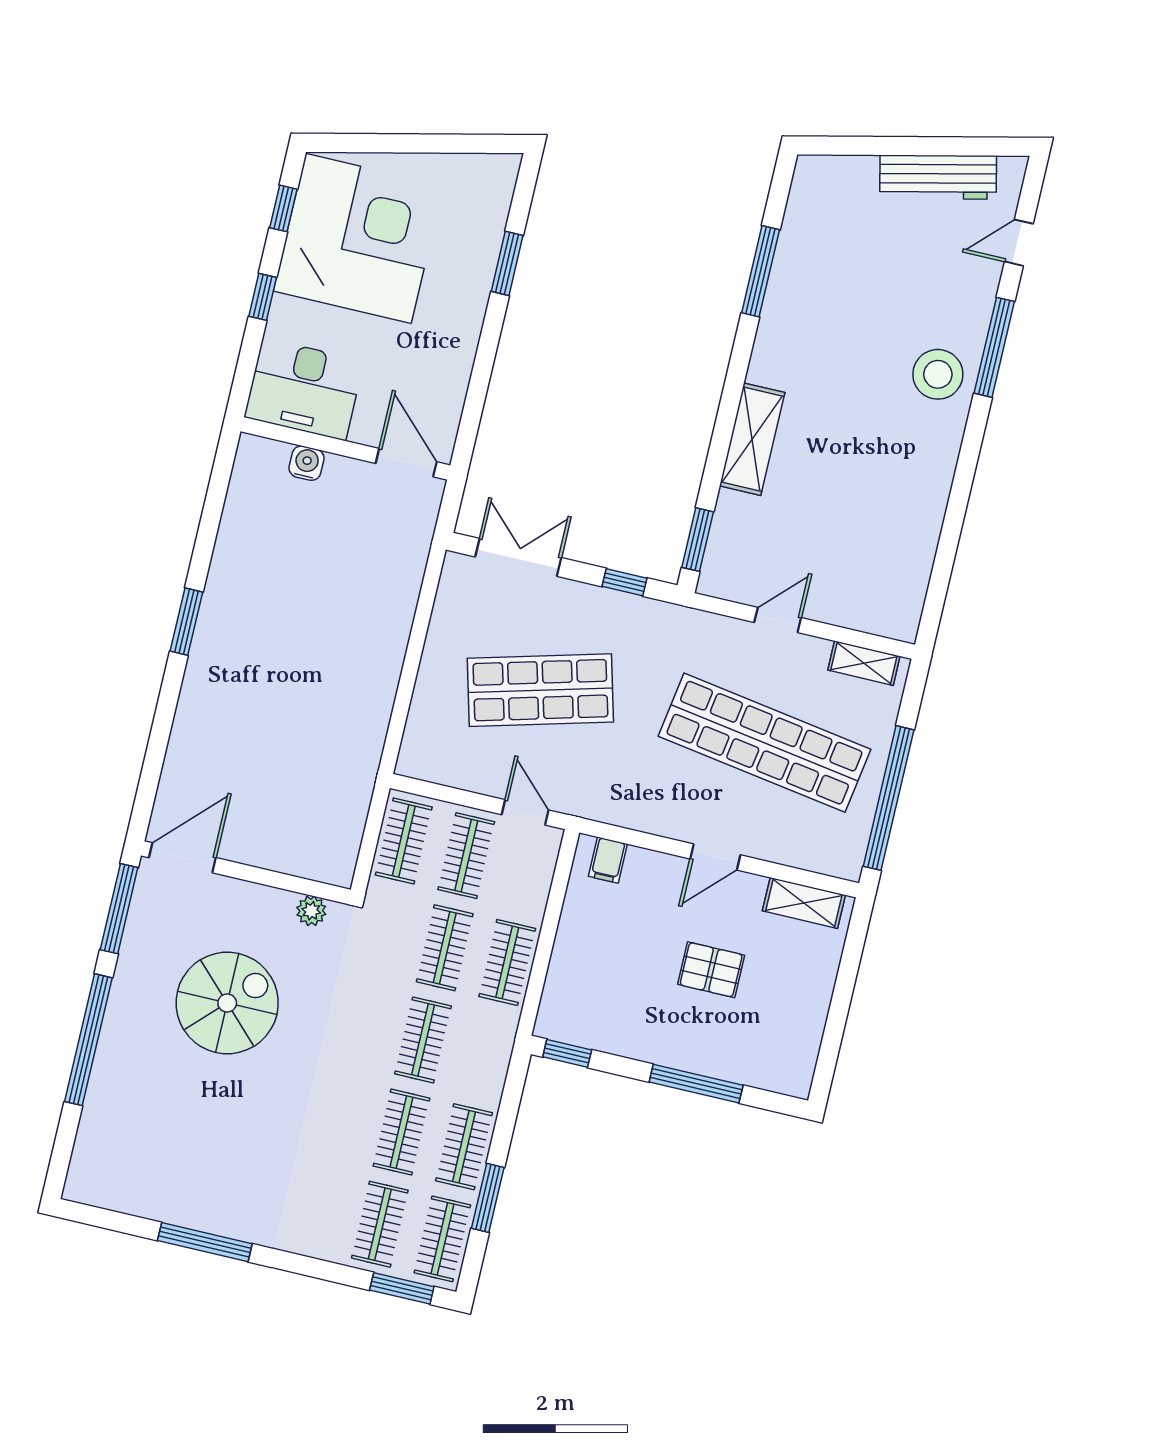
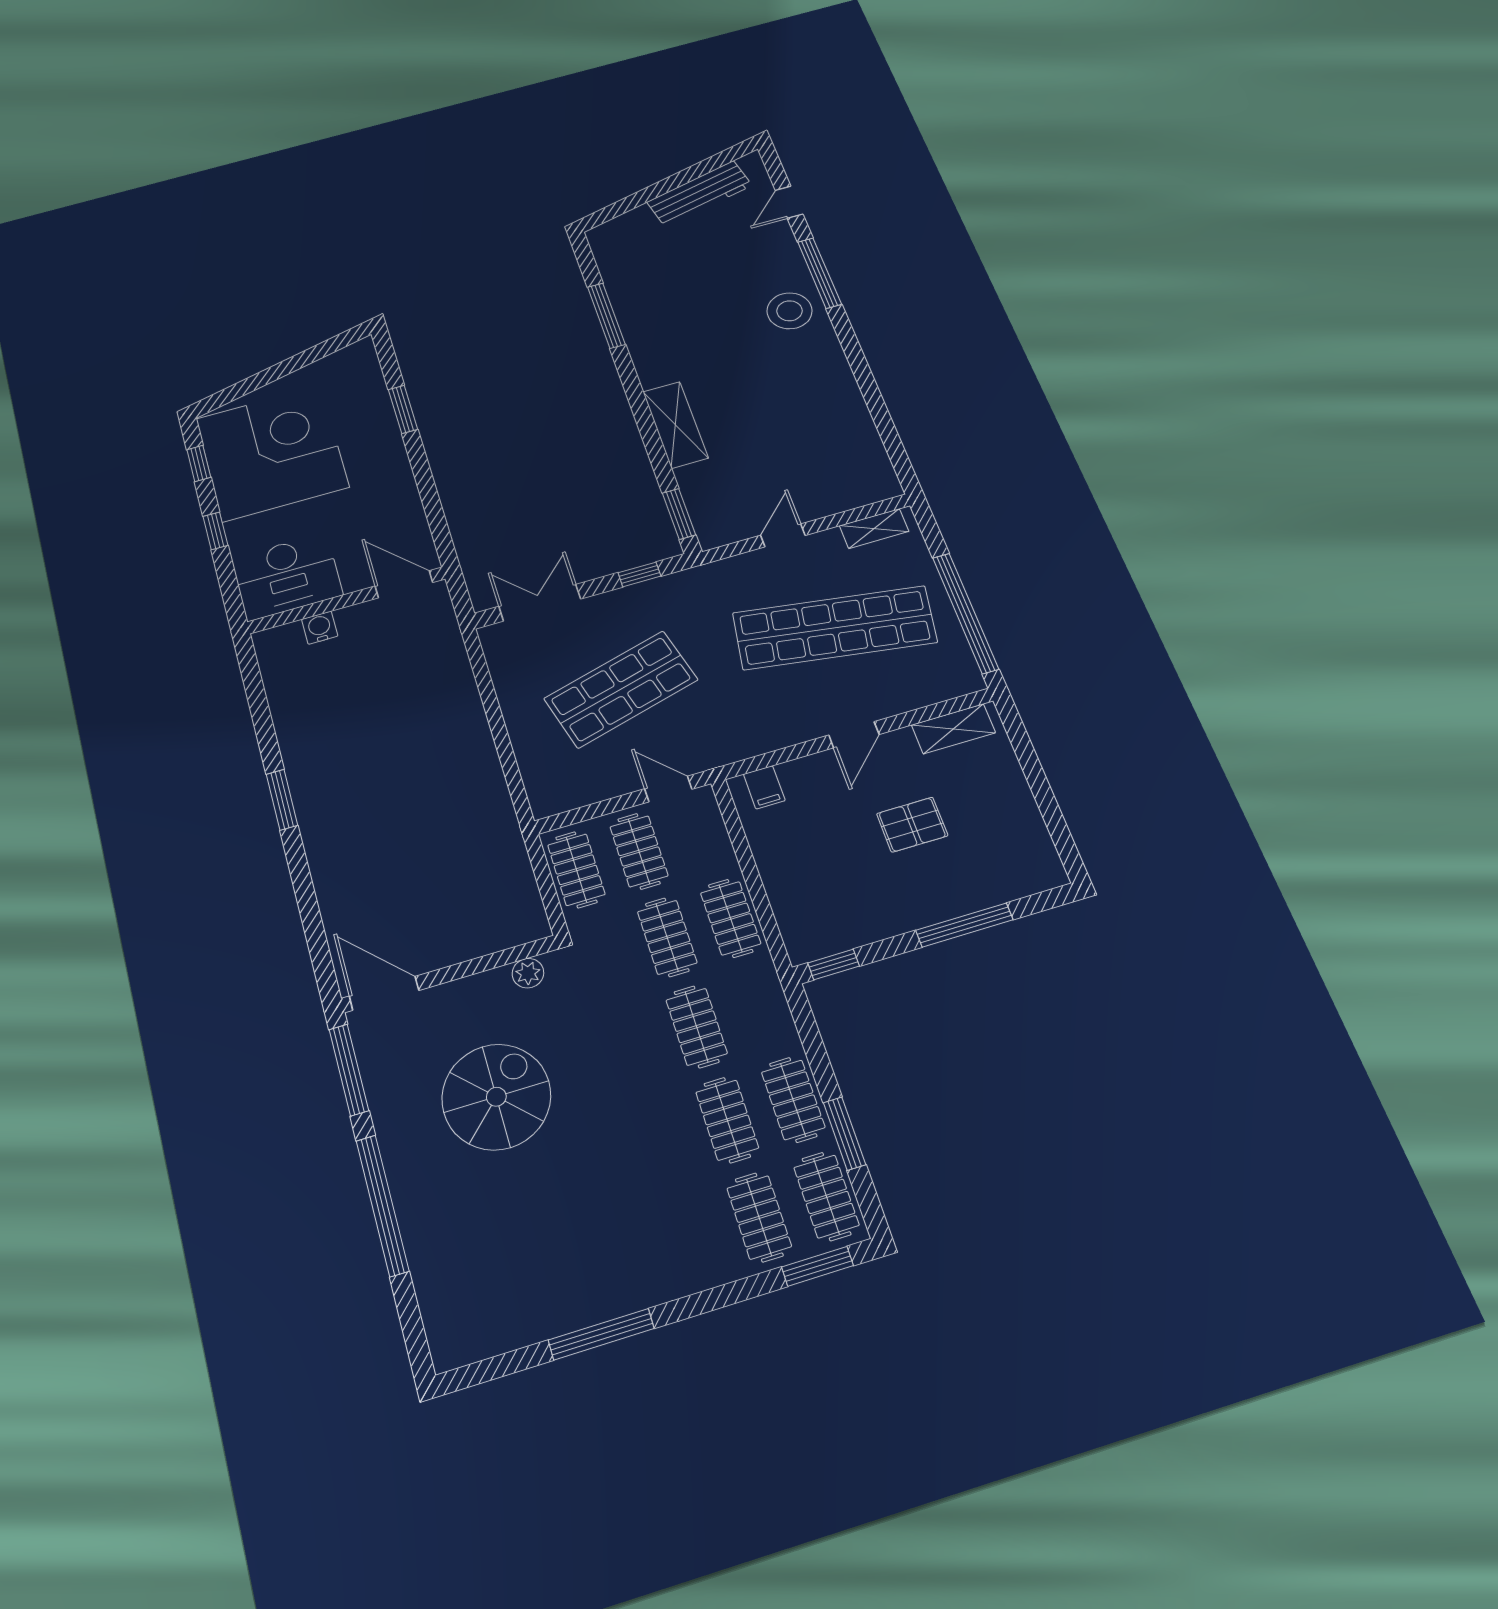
door: (182, 858) -> (384, 993), hinge flipped

